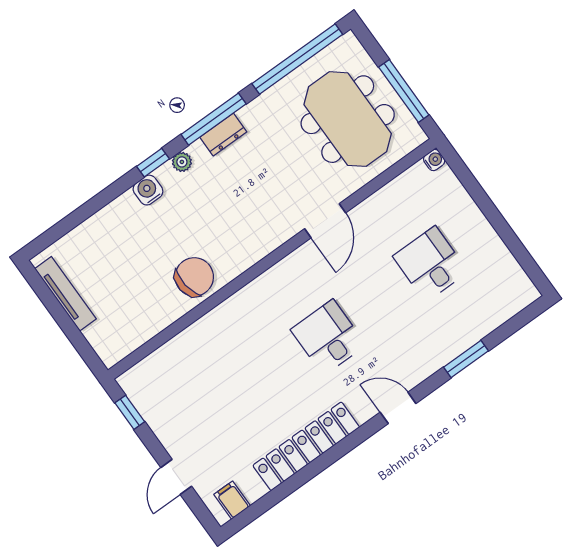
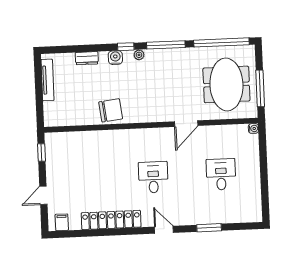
dresser: (223, 135) -> (87, 58), moved

